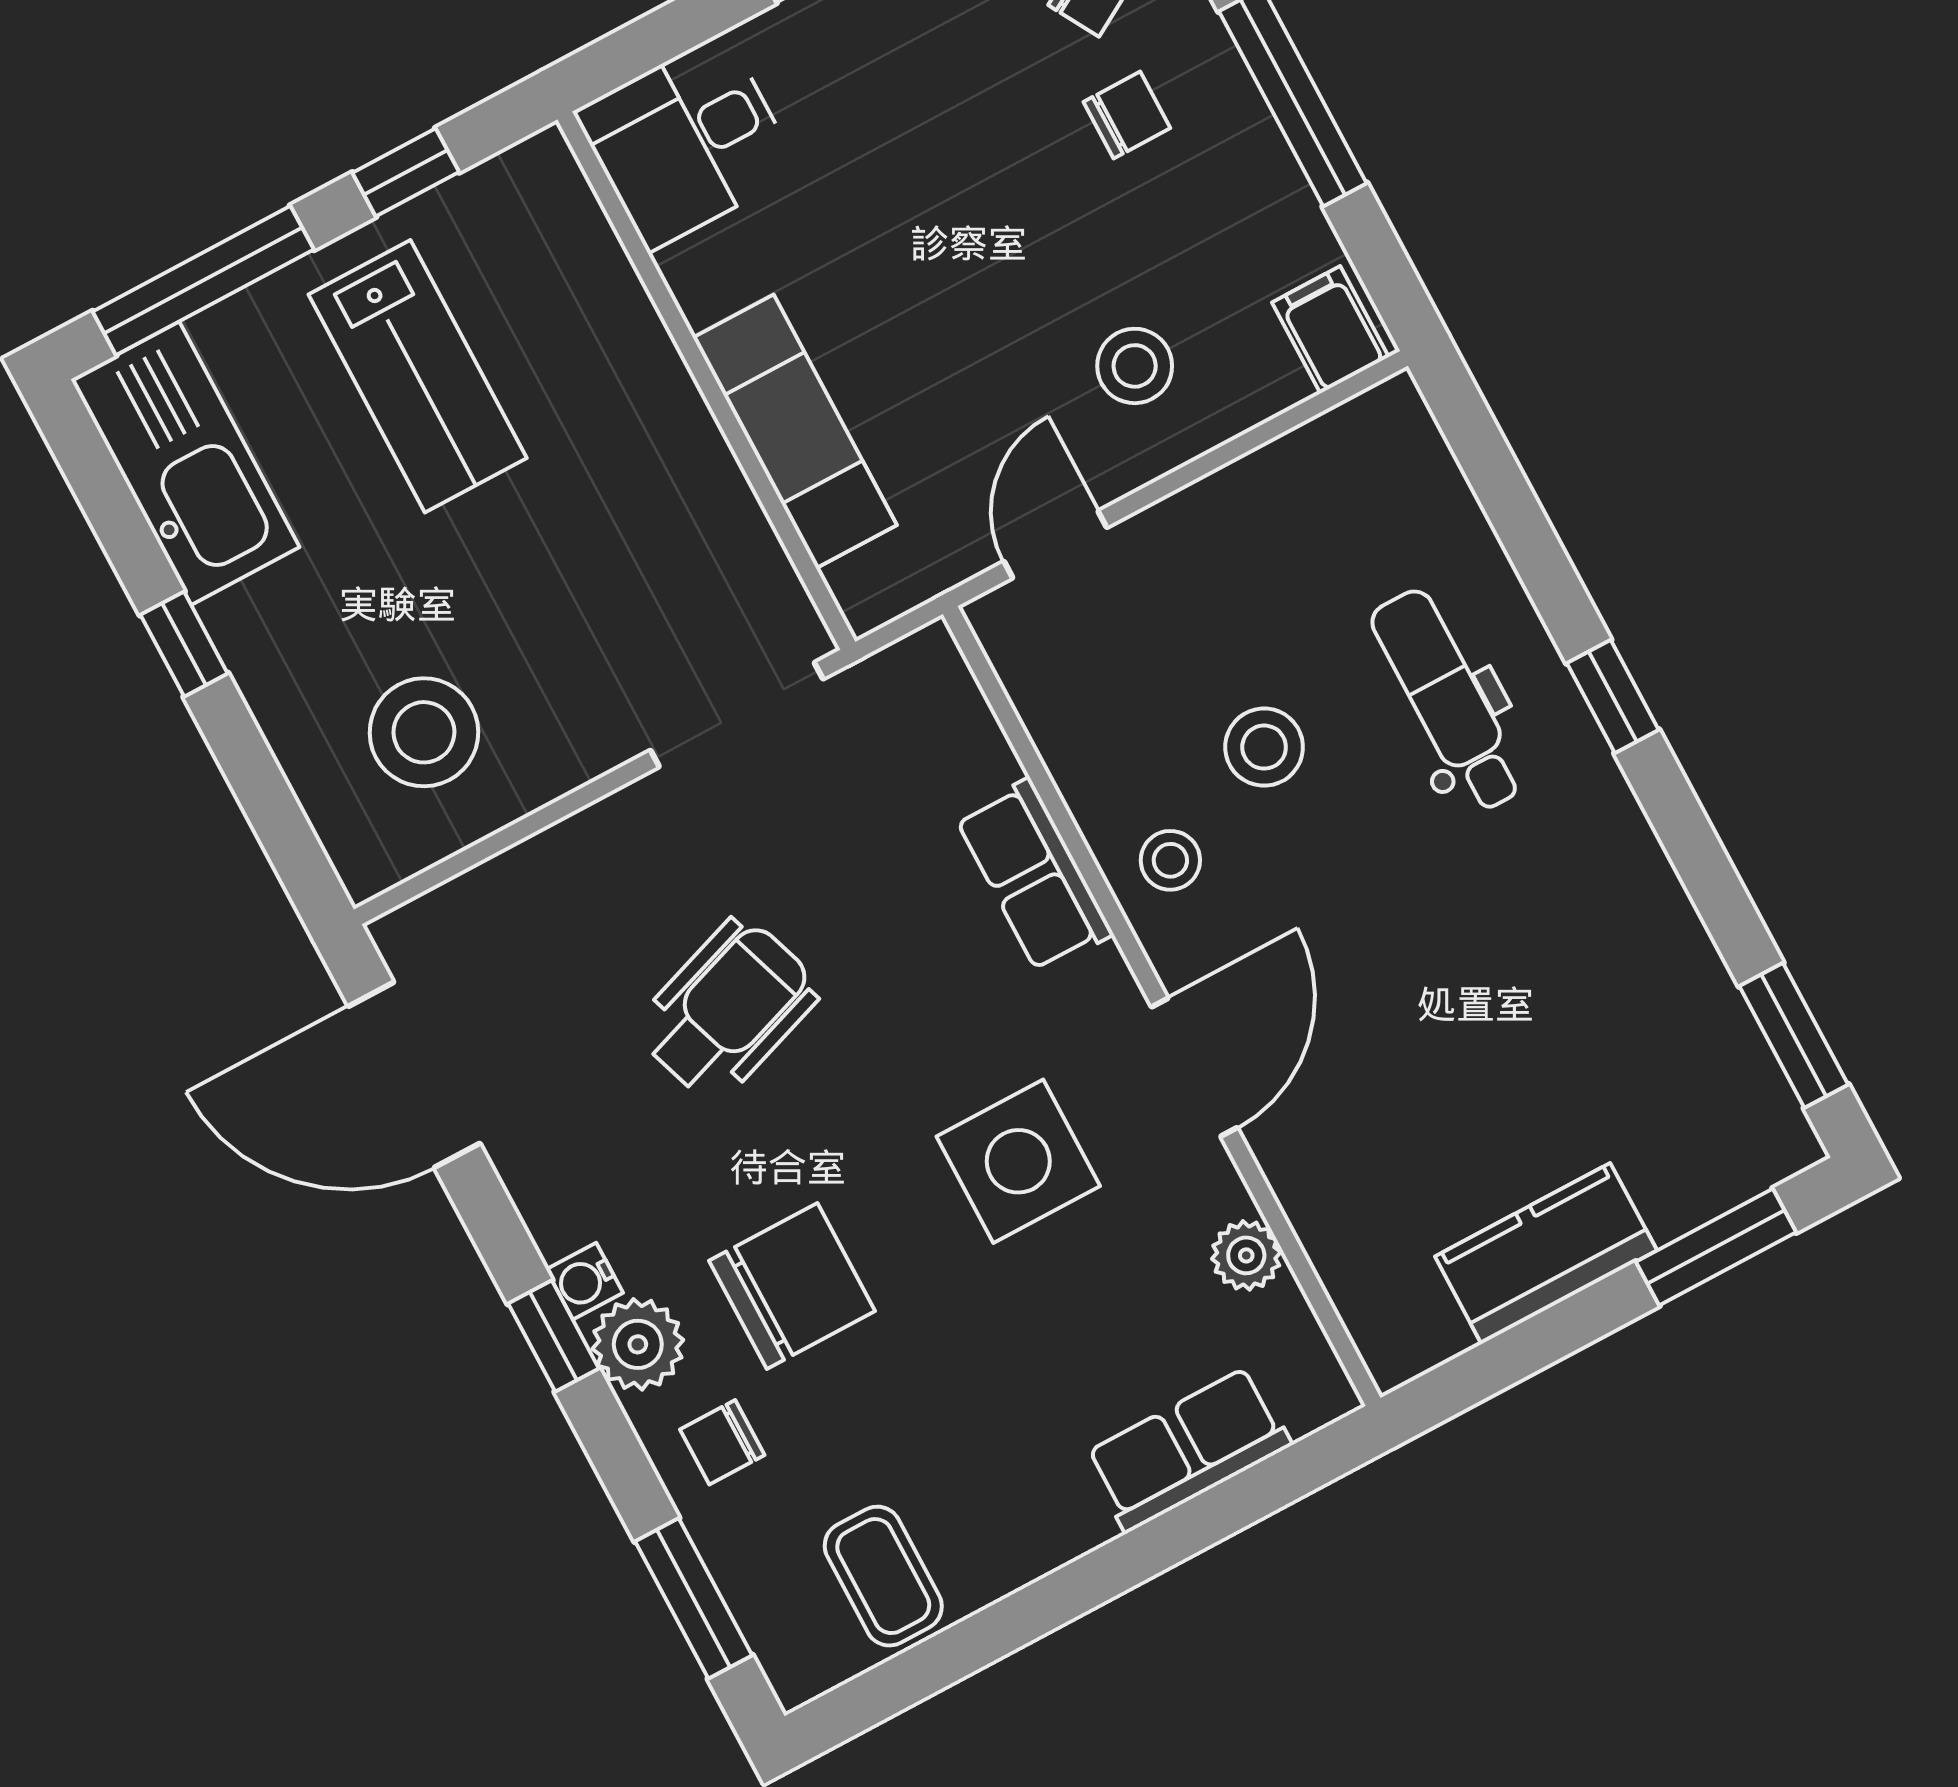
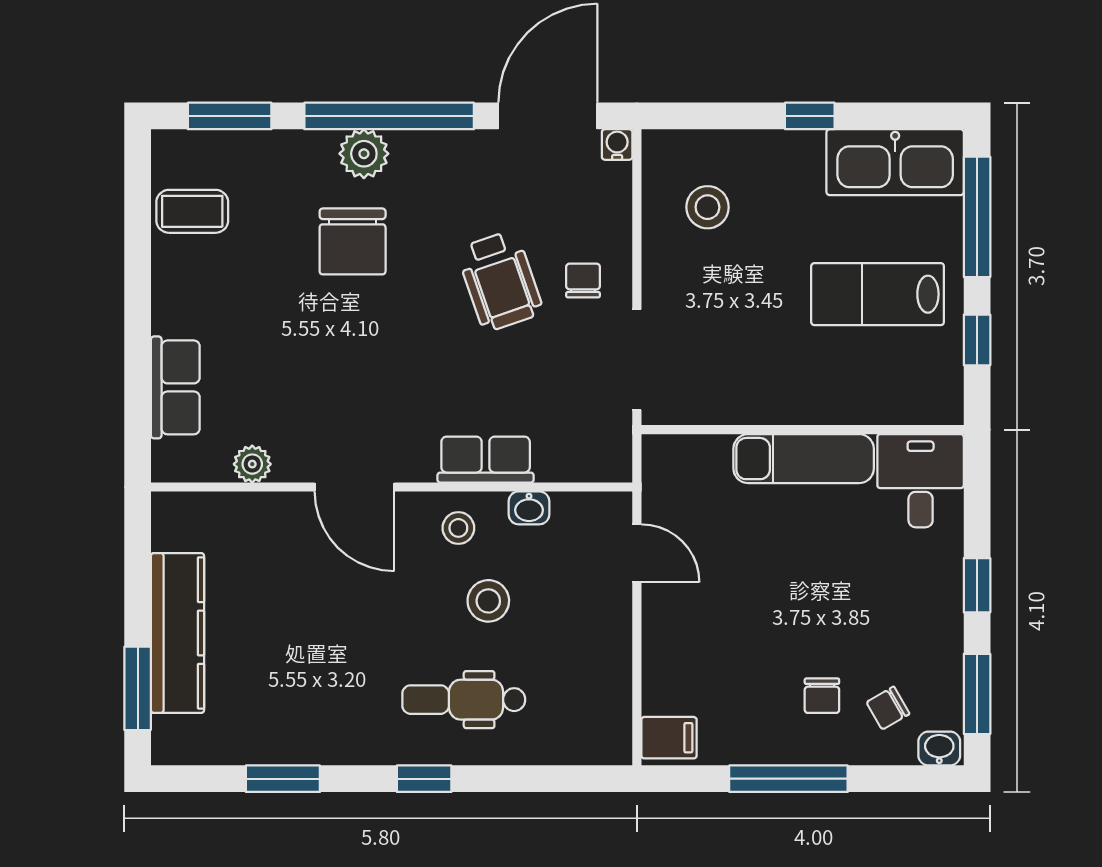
stool: (1135, 366) -> (701, 636), removed
exam couch: (795, 431) -> (804, 459), moved
dental chair: (1448, 701) -> (464, 700), turned 180
stool: (424, 732) -> (707, 207), width x0.73, depth x0.73
washbasin: (1075, 762) -> (529, 508), added
window: (1794, 1035) -> (283, 779), moved
side table: (1018, 1161) -> (354, 380), removed
kitchen counter: (1546, 1253) -> (178, 633), width x1.50
water cooler: (585, 1281) -> (617, 144), moved
window: (553, 1336) -> (389, 116), width x3.17
chair: (722, 1442) -> (583, 281), moved

